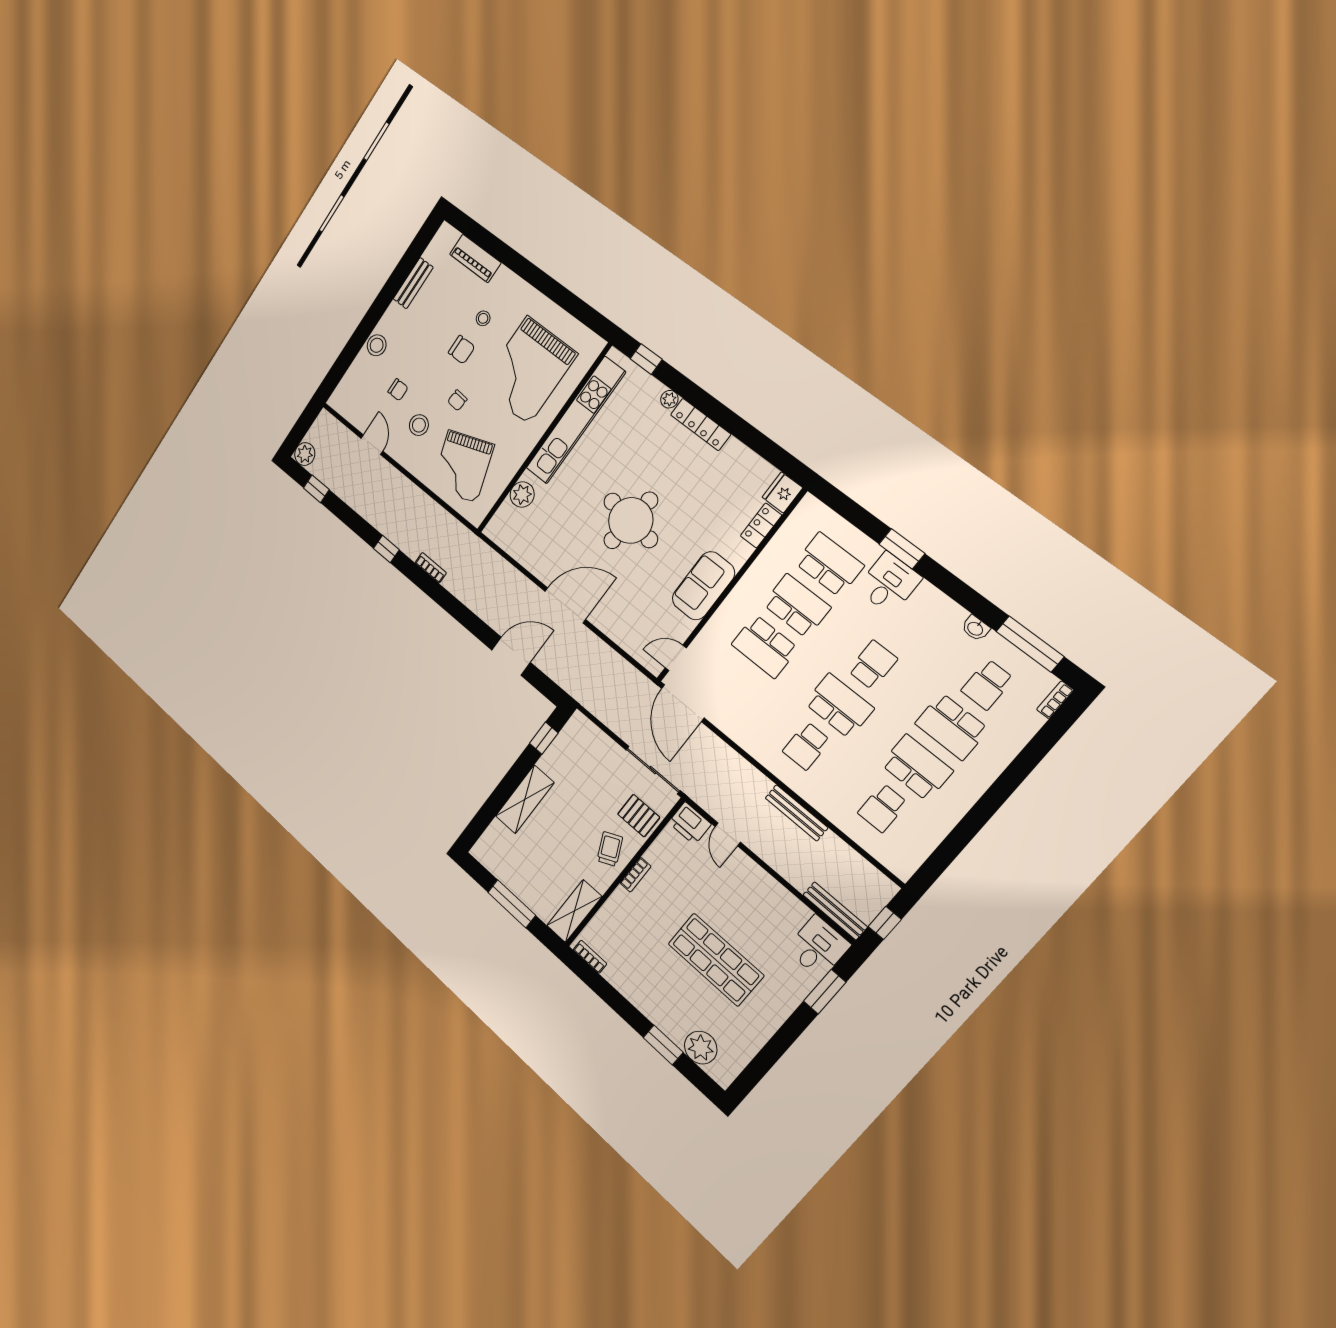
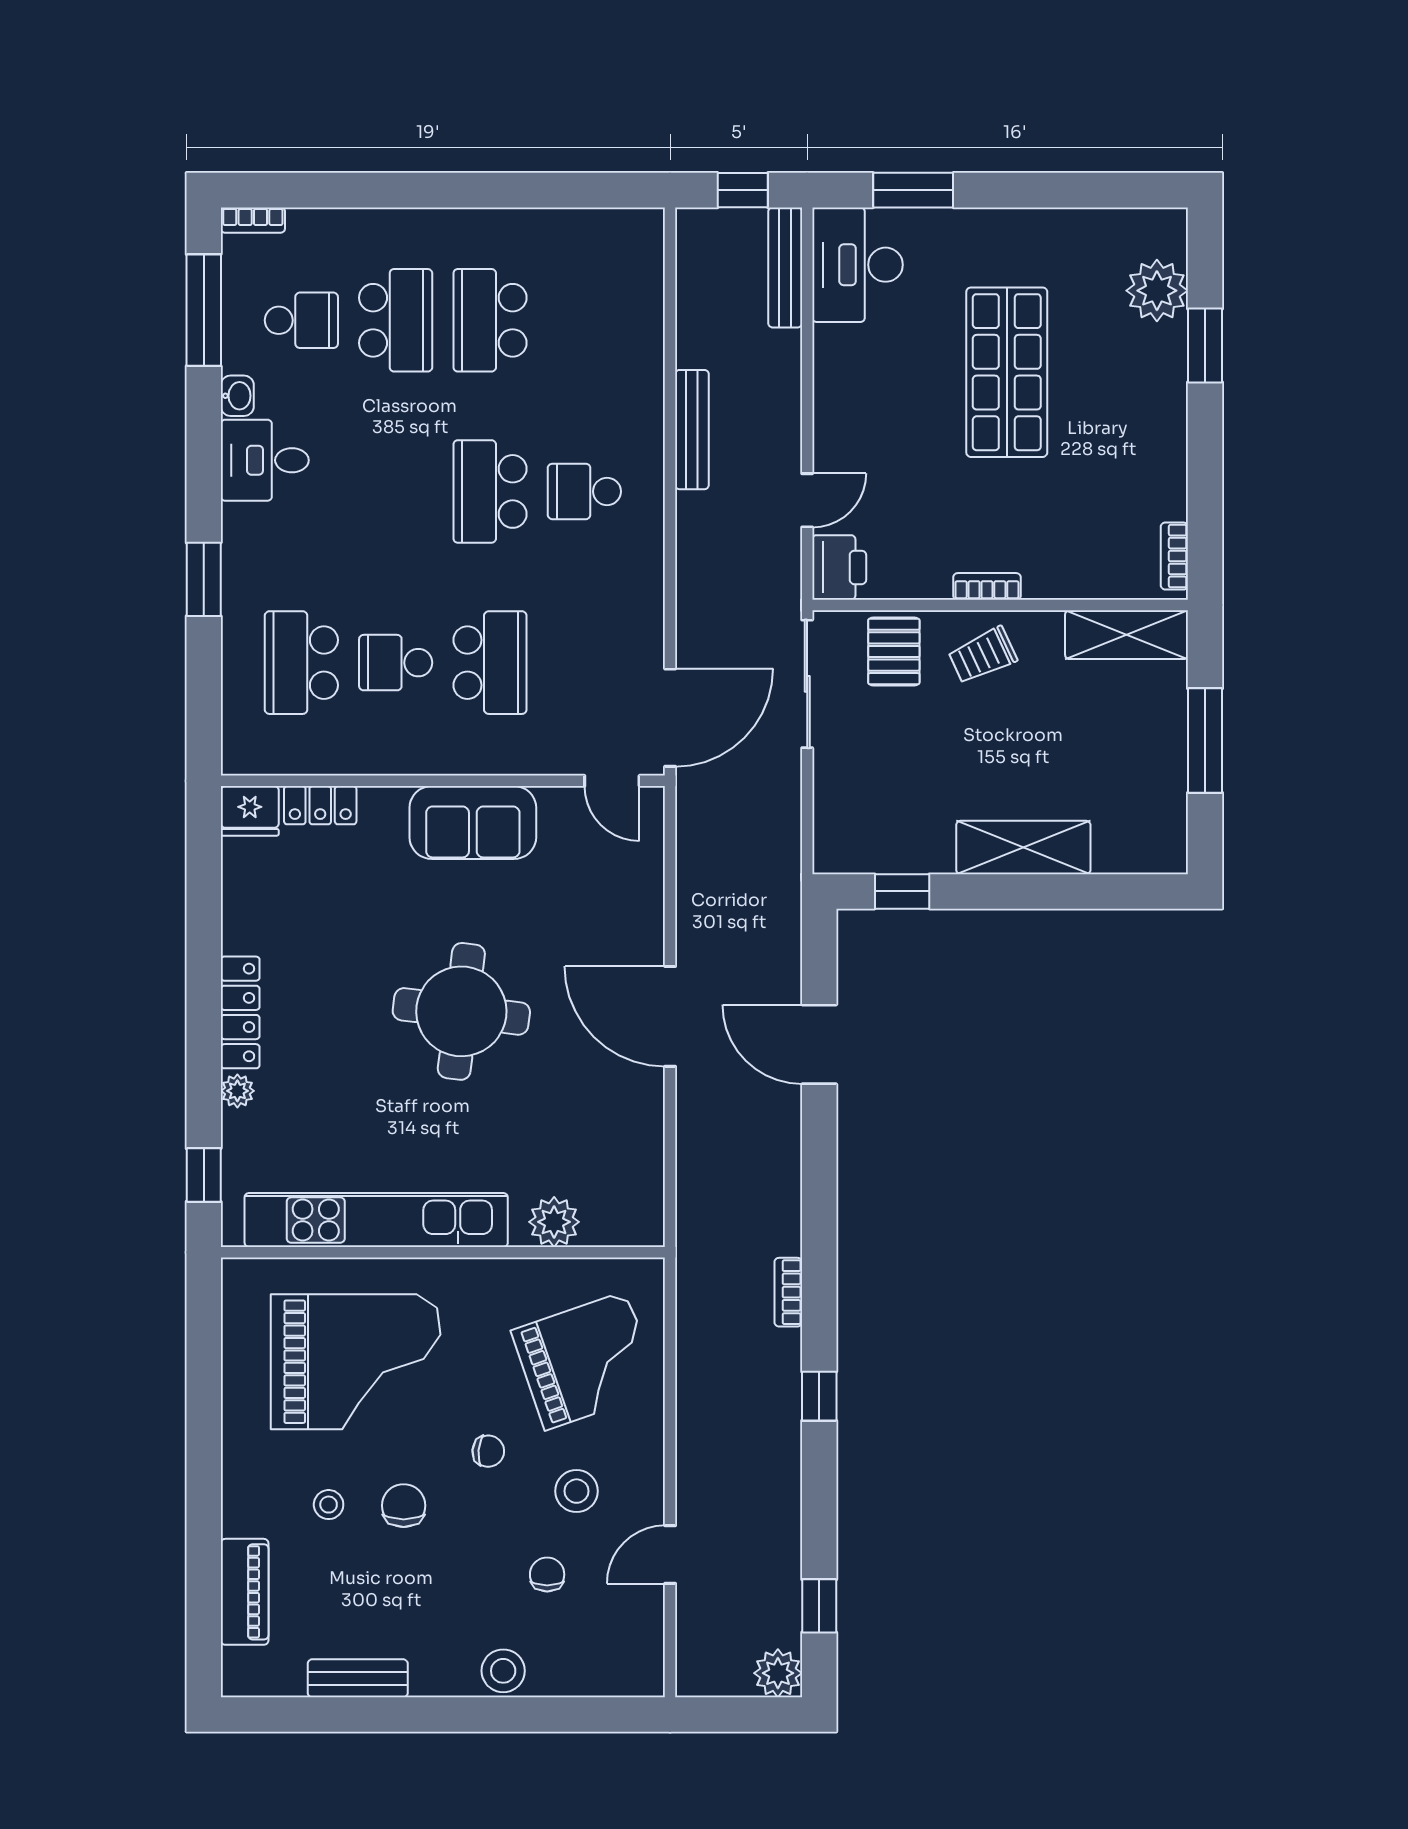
desk: (889, 583) -> (265, 460), moved
school desk: (797, 606) -> (396, 663), width x0.54
school desk: (873, 665) -> (396, 491), removed
school desk: (806, 746) -> (584, 491), turned 180
school desk: (883, 808) -> (584, 320), removed
desk: (818, 947) -> (857, 265), width x1.37

